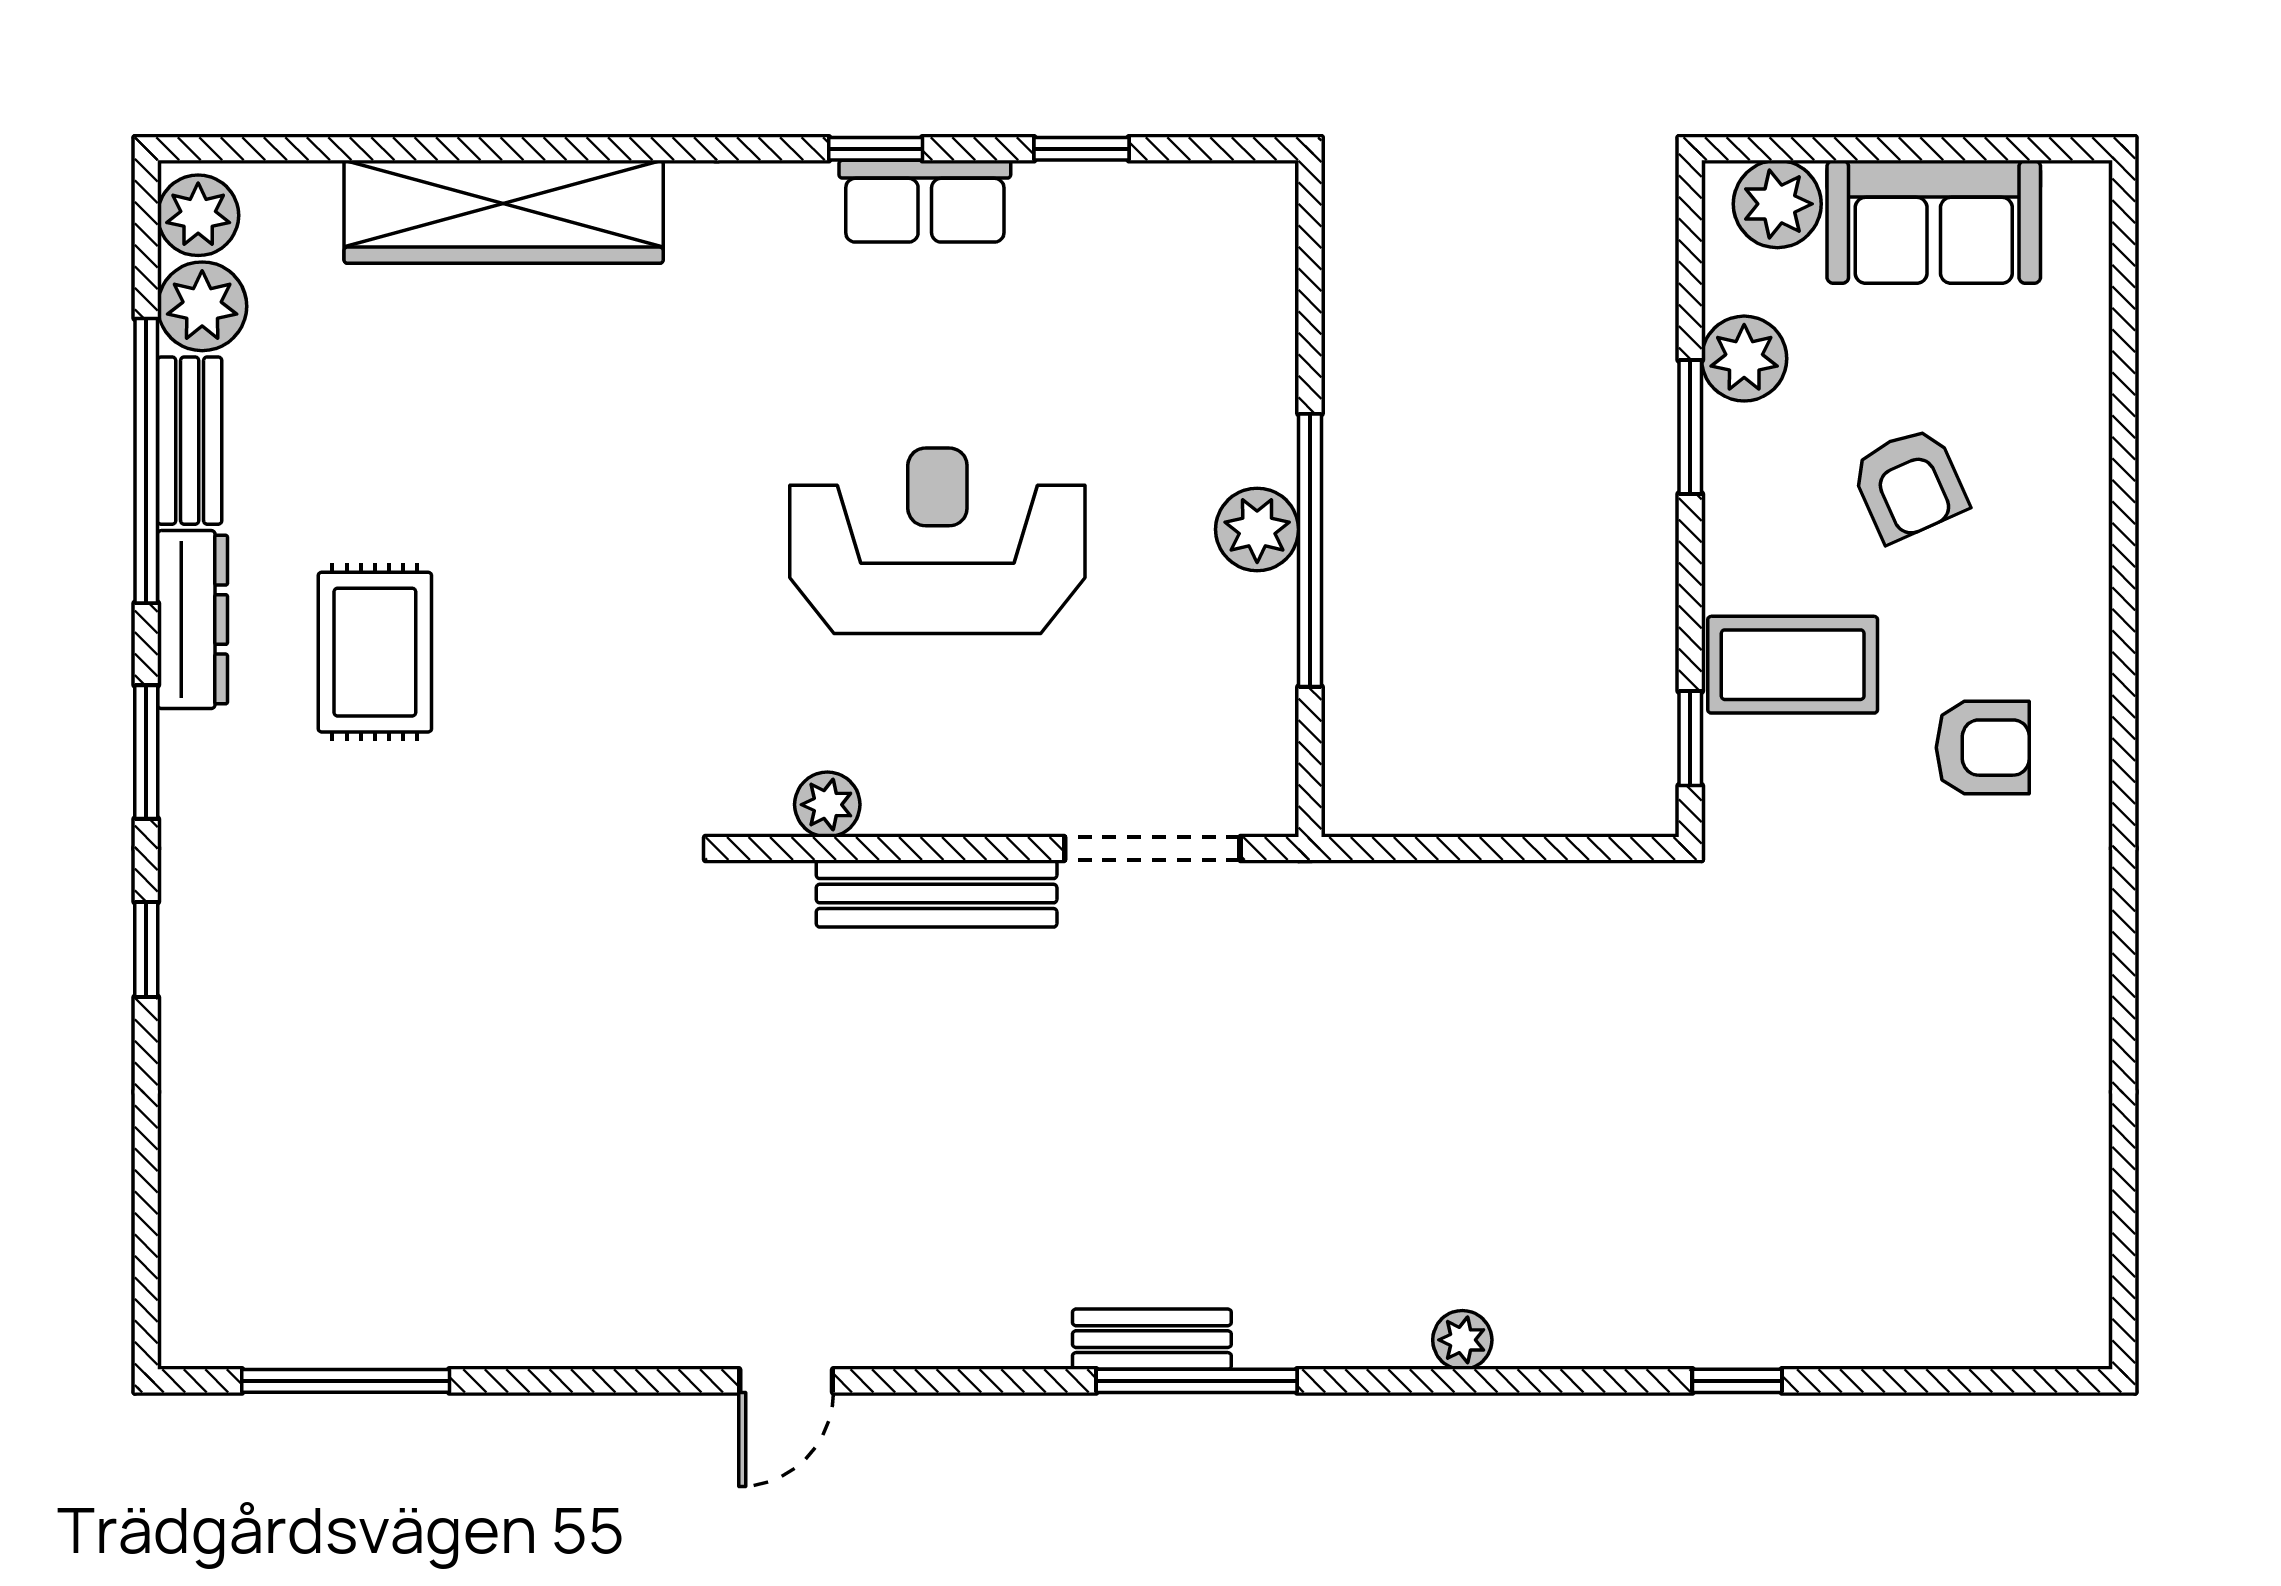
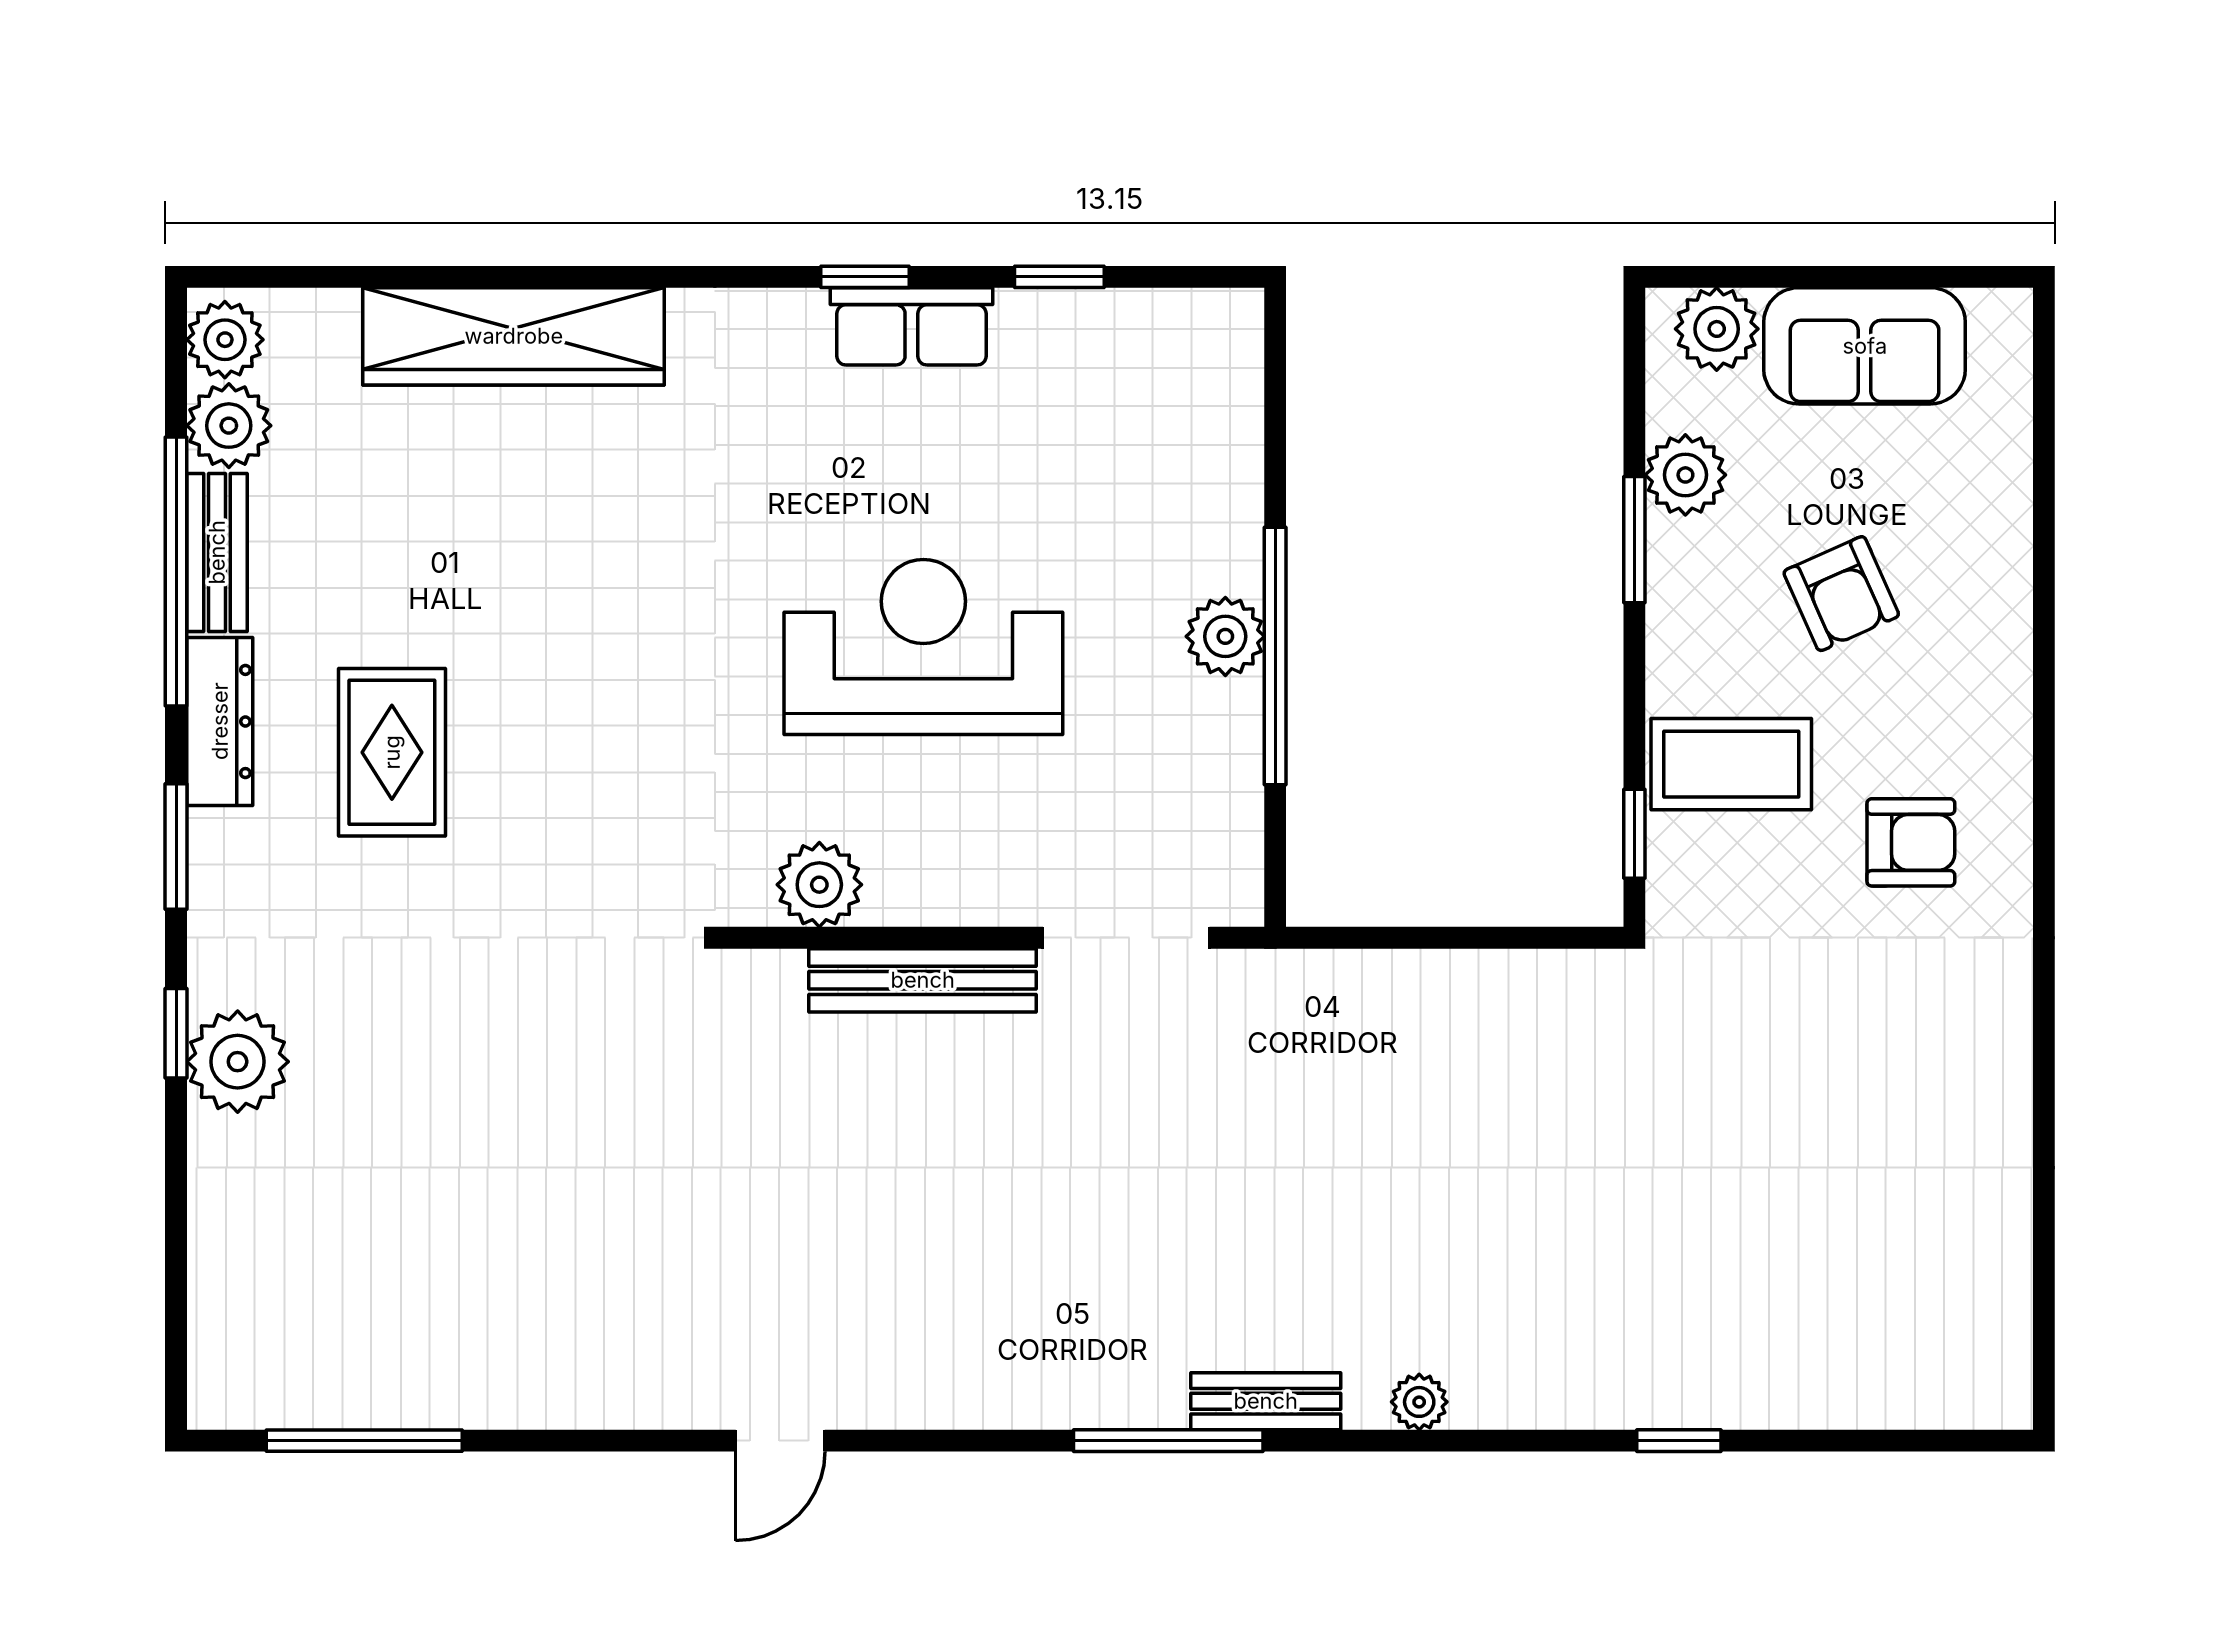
plant: (827, 805) -> (819, 885), width x1.38, depth x1.38
plant: (211, 980) -> (238, 1062), added
bench: (1152, 1339) -> (1266, 1401), moved

